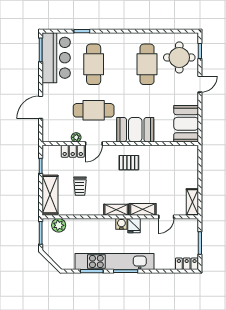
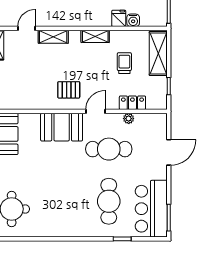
cafe table: (147, 64) -> (48, 201), removed
door: (94, 144) -> (95, 111), moved
shelving: (116, 210) -> (95, 36), moved
water cooler: (121, 224) -> (133, 20), moved
plant: (59, 225) -> (148, 19), removed
fridge: (134, 226) -> (119, 18), moved

